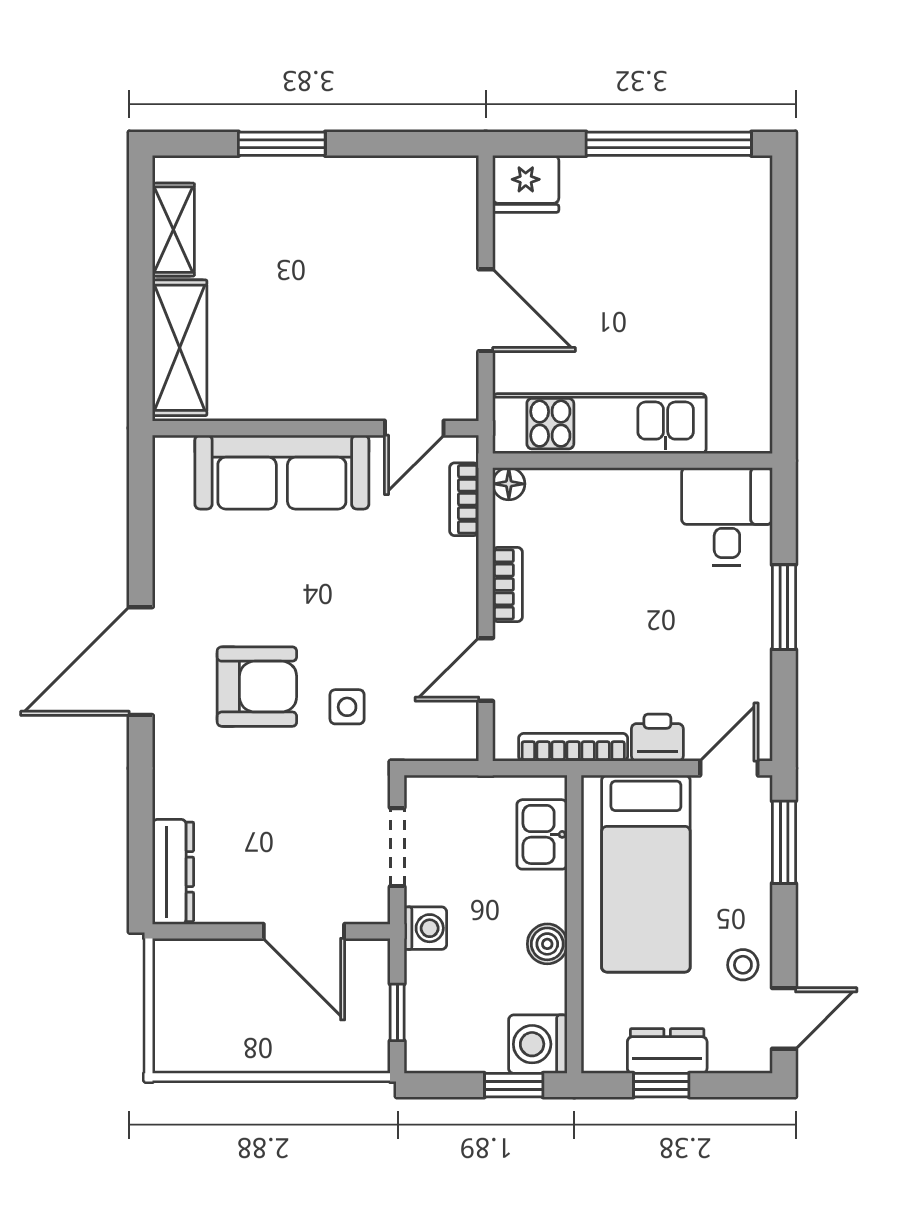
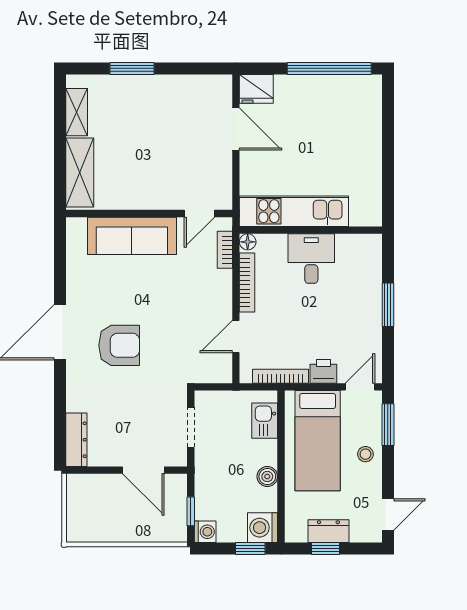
door: (486, 310) -> (236, 129), moved
desk: (727, 517) -> (311, 259), moved
bookcase: (508, 584) -> (247, 283), width x1.56
side table: (347, 707) -> (165, 356), removed
washing machine: (425, 928) -> (205, 532), moved
stool: (743, 965) -> (365, 454), moved

